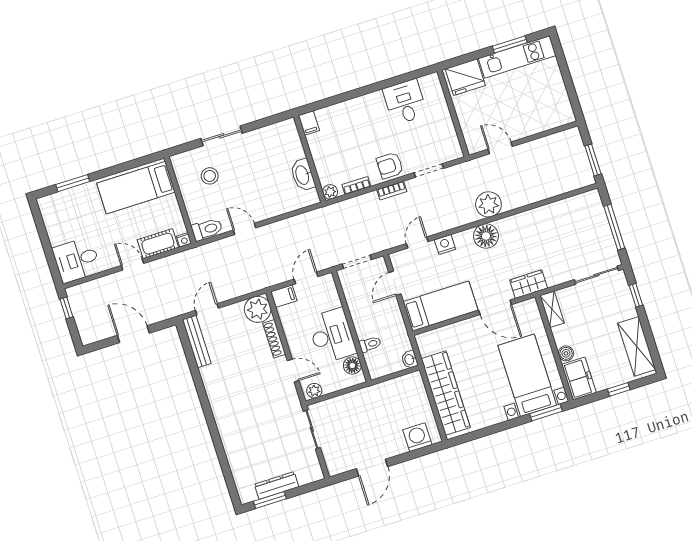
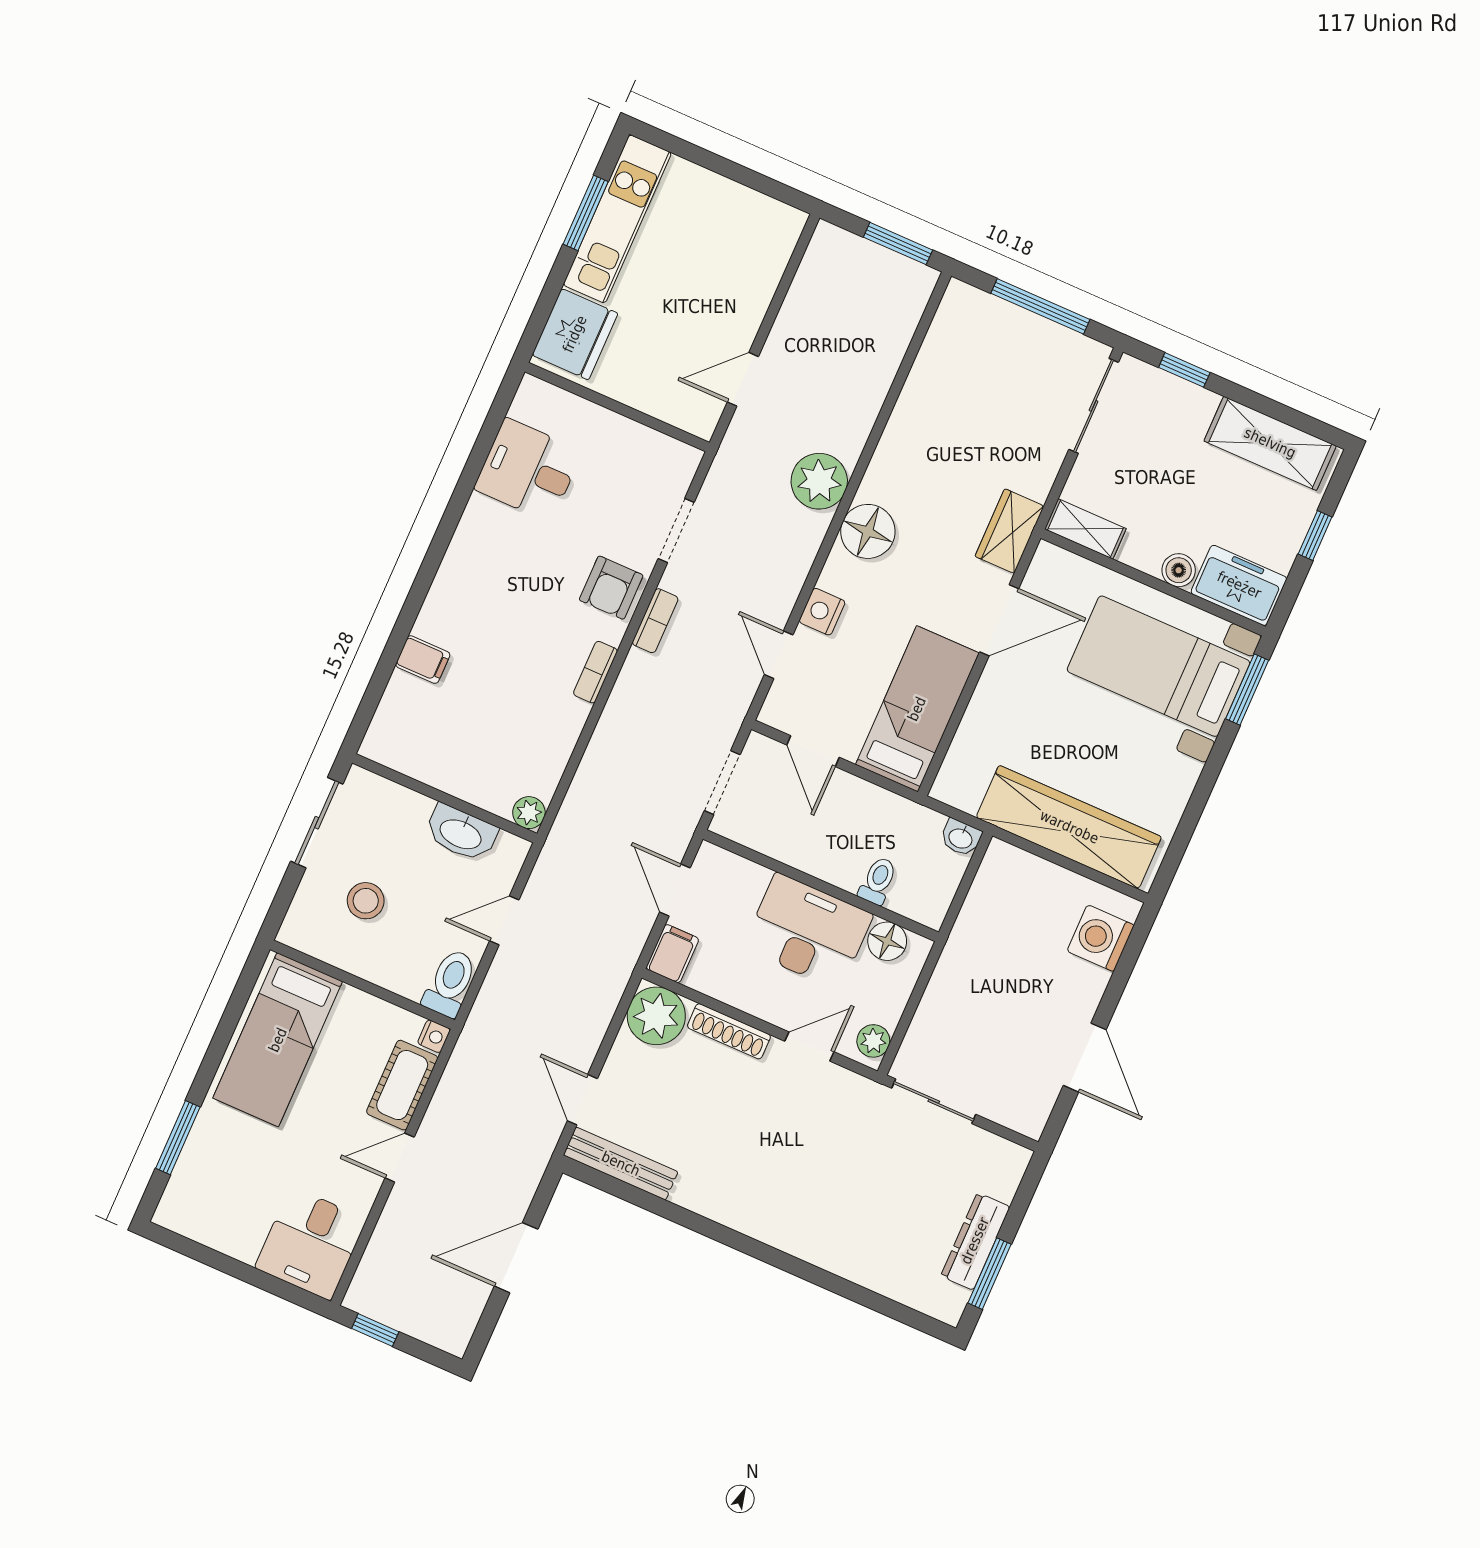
wall: (310, 159) -> (445, 798), moved
washbasin: (303, 175) -> (461, 833), moved
plant: (330, 192) -> (529, 813), moved

